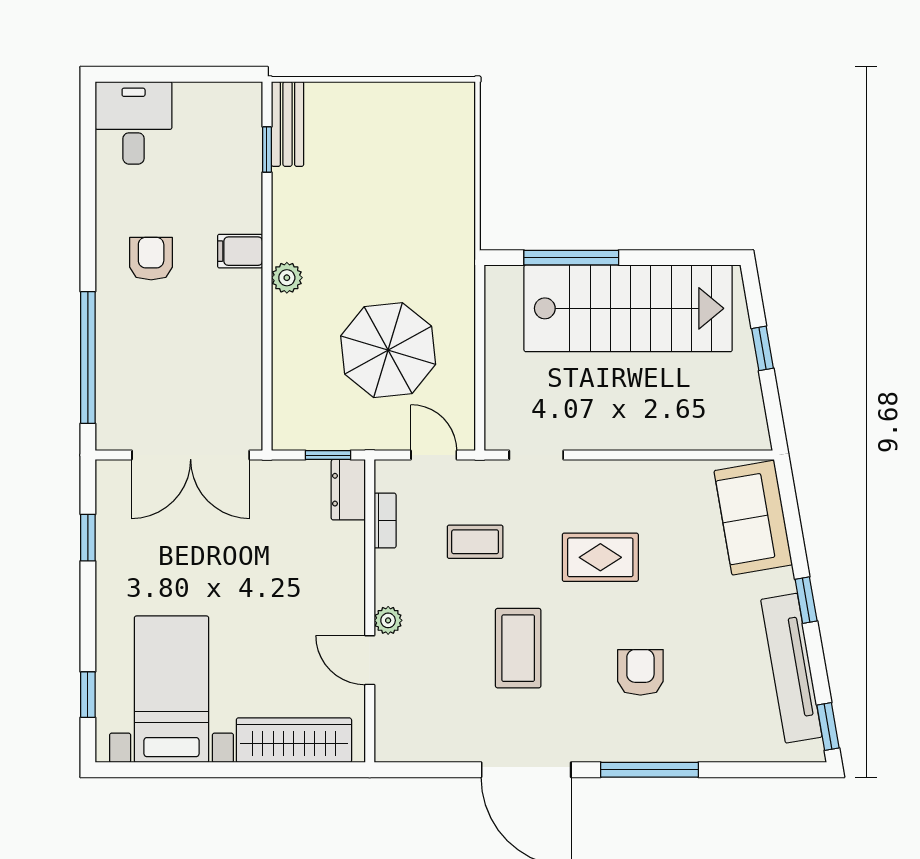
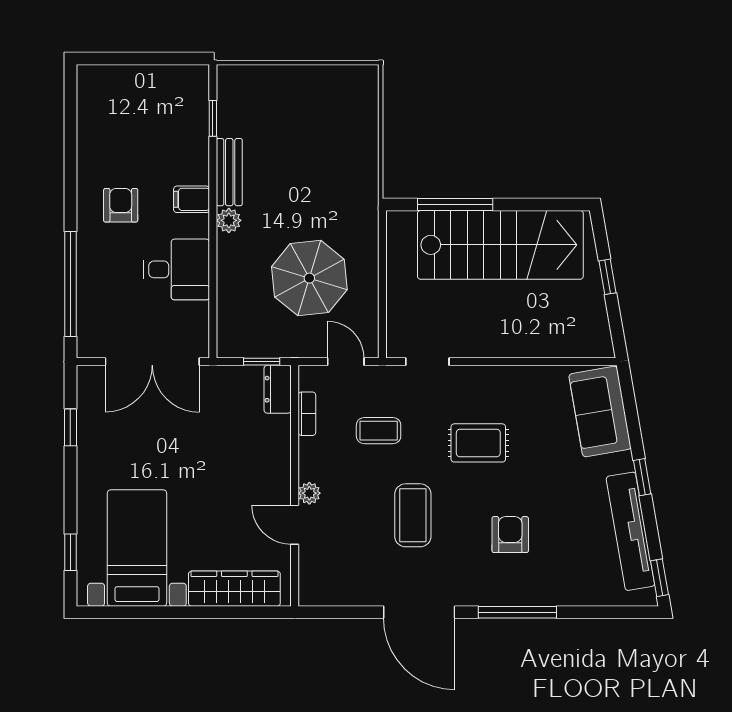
desk: (134, 123) -> (177, 269), moved, turned 90
bench: (288, 124) -> (229, 172), moved

